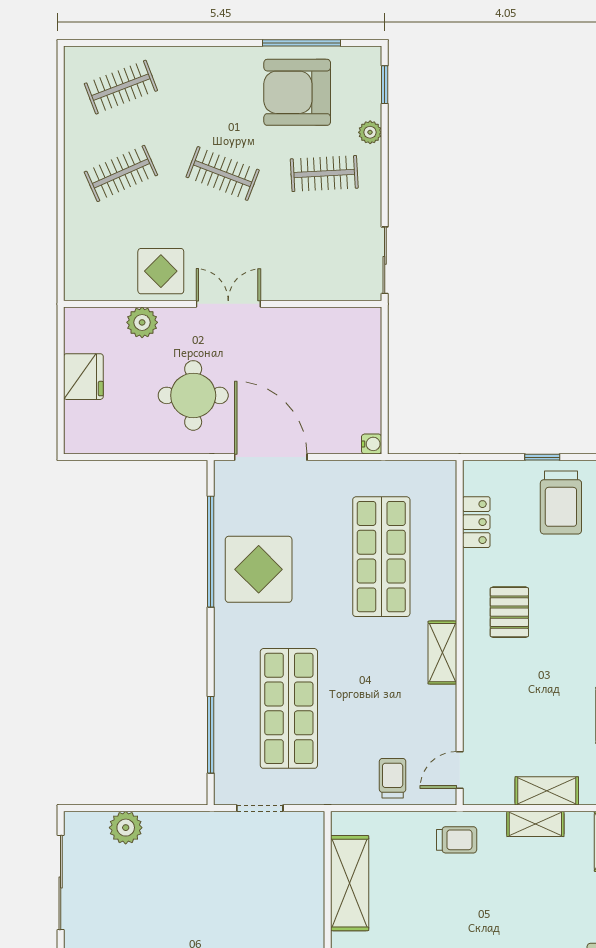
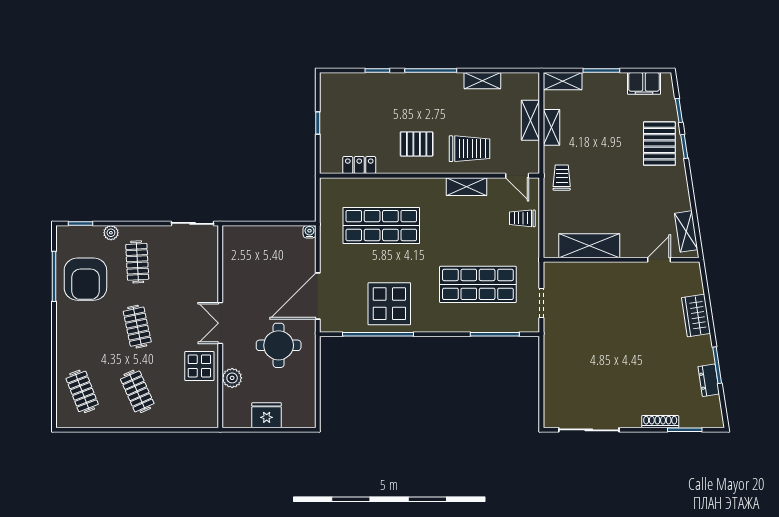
clothes rail: (223, 173) -> (137, 327), turned -33
trolley: (561, 502) -> (469, 149), moved
shelving: (442, 653) -> (467, 187), moved
plant: (126, 828) -> (554, 388), removed

